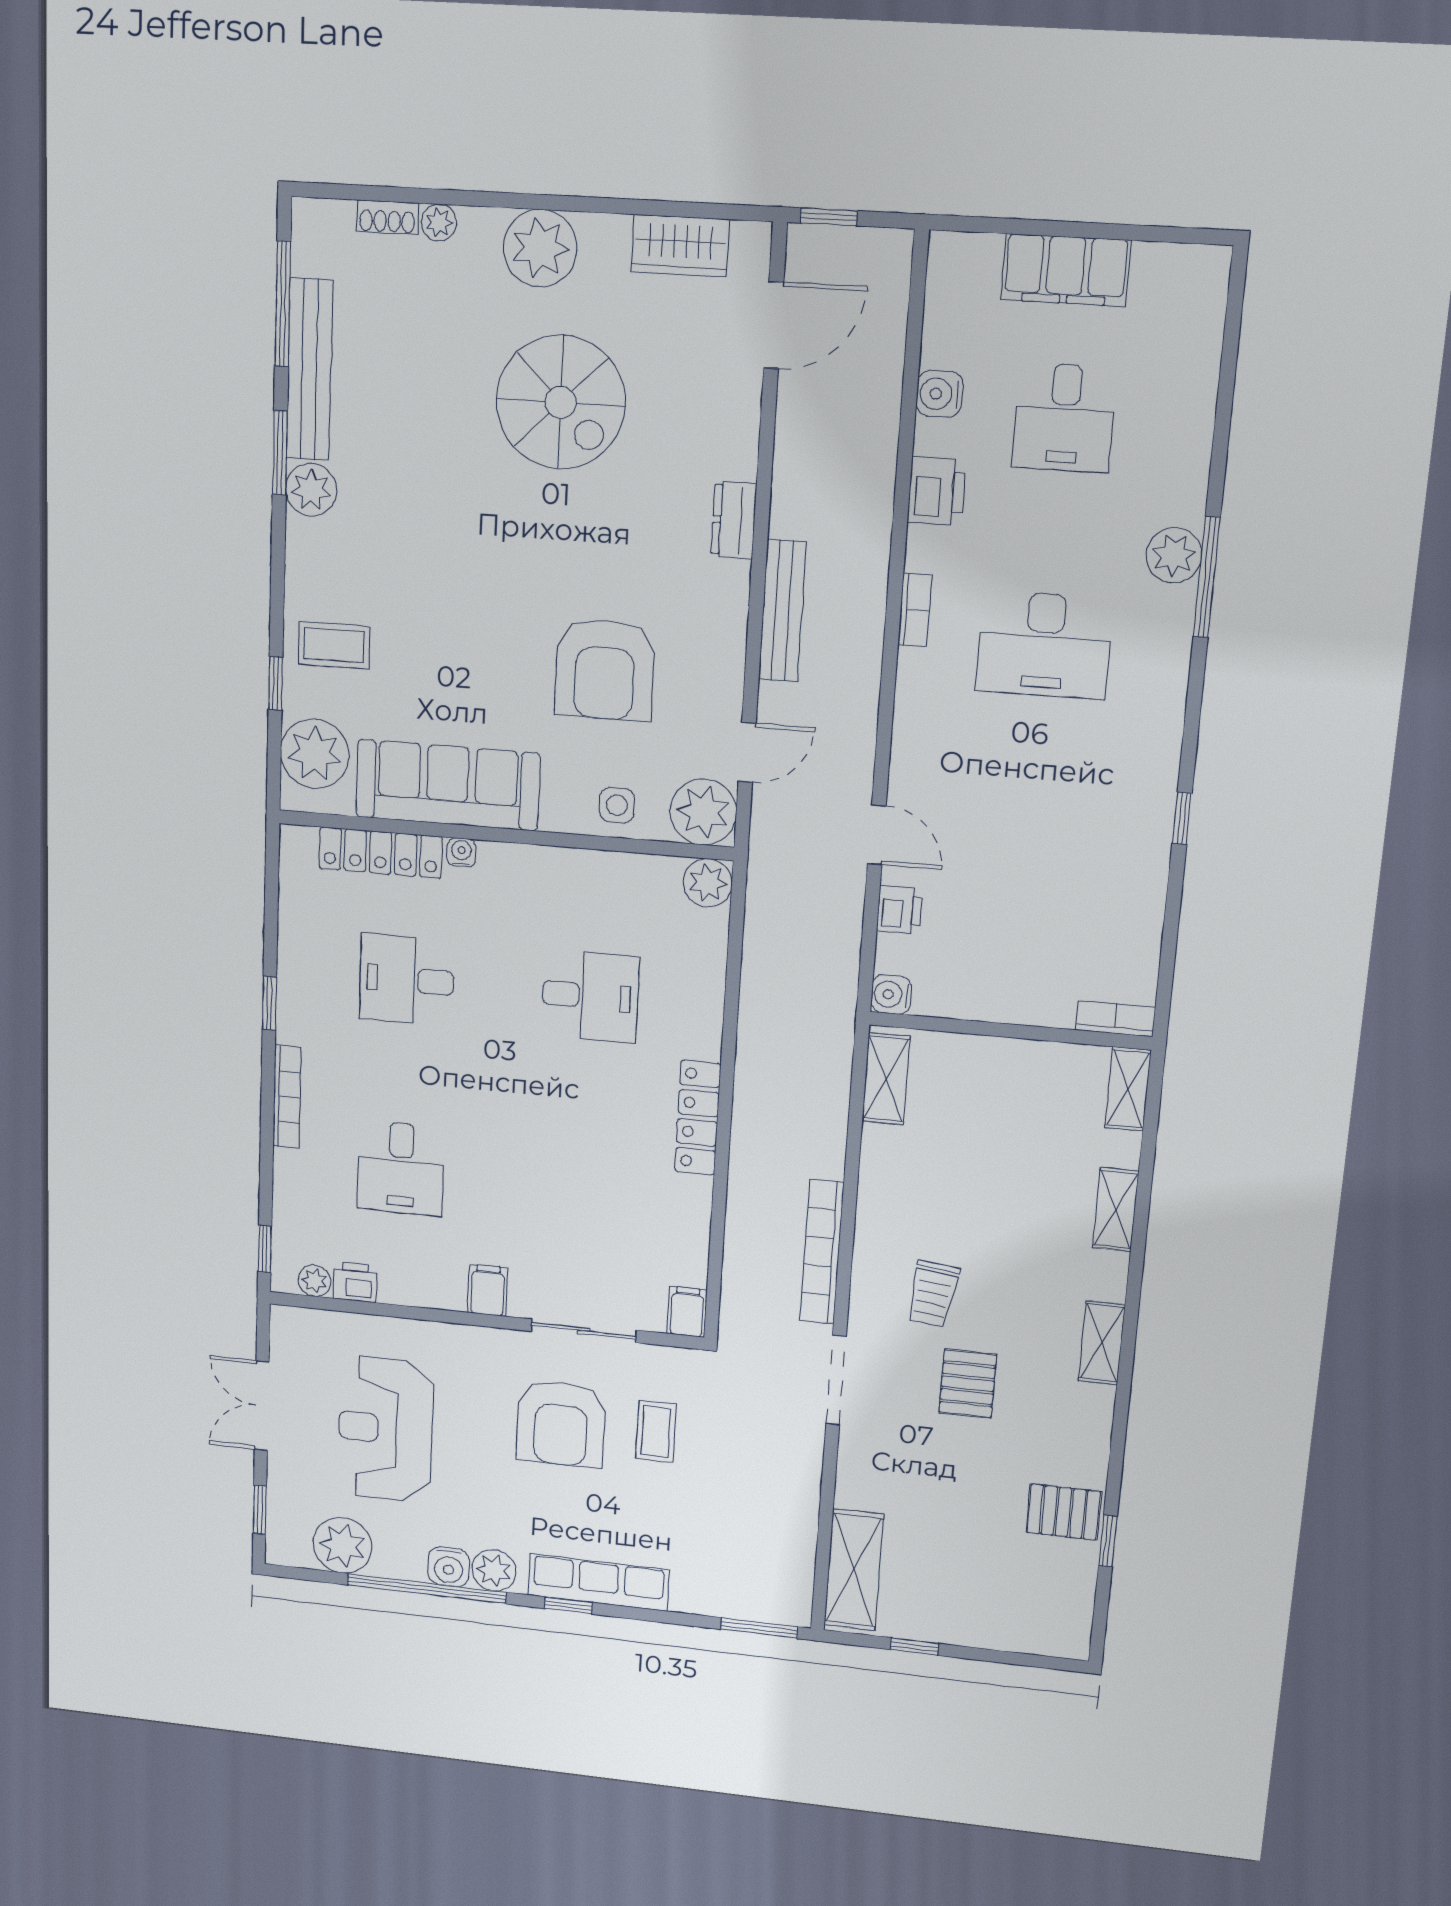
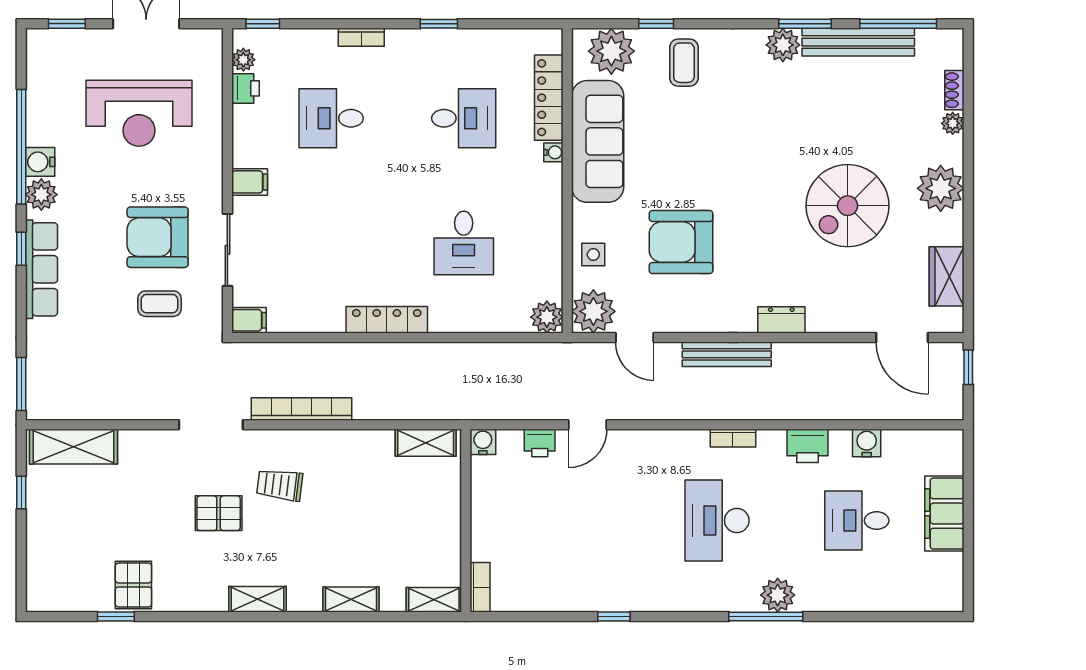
desk: (407, 980) -> (464, 118), turned 90
bookcase: (287, 1097) -> (361, 37), width x0.64
reception desk: (385, 1429) -> (139, 113), turned 180
plant: (342, 1545) -> (47, 85), removed

